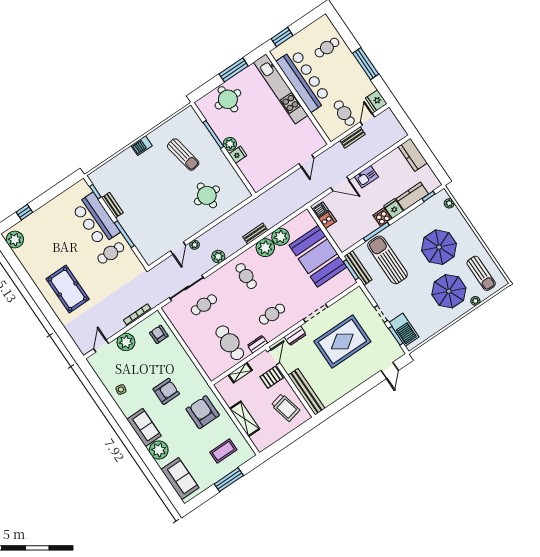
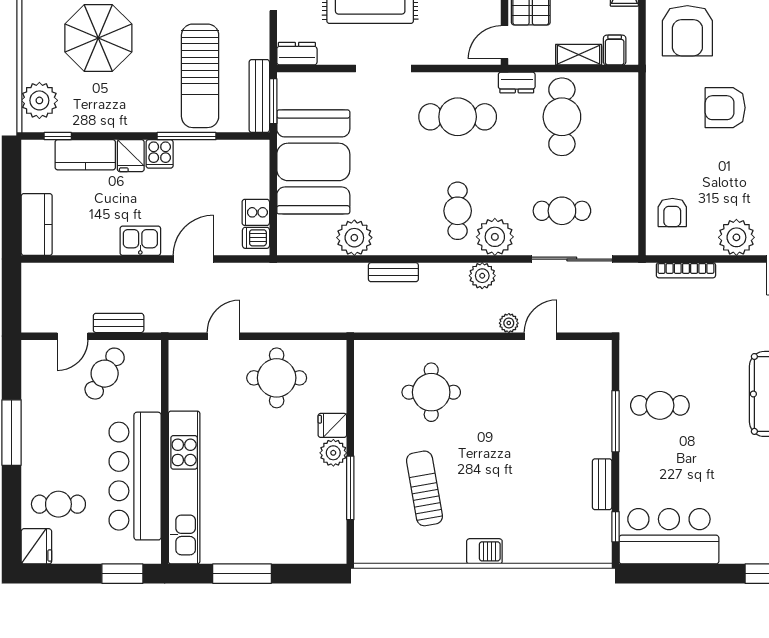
round table: (228, 99) -> (277, 378), moved
fridge: (376, 101) -> (36, 546), moved
cafe table: (344, 113) -> (105, 374), turned 32
door: (340, 184) -> (193, 259), hinge flipped
plant: (449, 203) -> (39, 100), width x1.87, depth x1.87
bar counter: (96, 220) -> (669, 536), moved, turned -90
plant: (265, 248) -> (495, 237), moved
cafe table: (272, 314) -> (458, 117), width x1.37, depth x1.35
dresser: (295, 336) -> (297, 54), moved
filing cabinet: (227, 384) -> (615, 50), added

